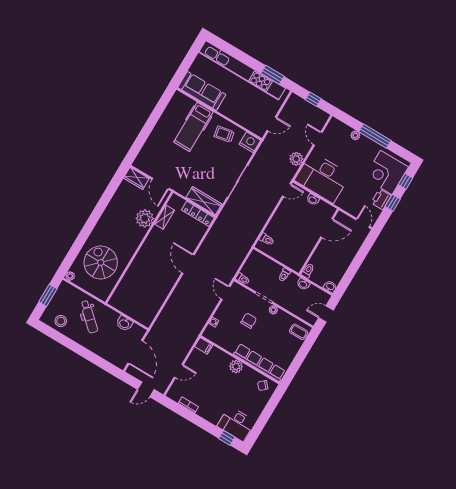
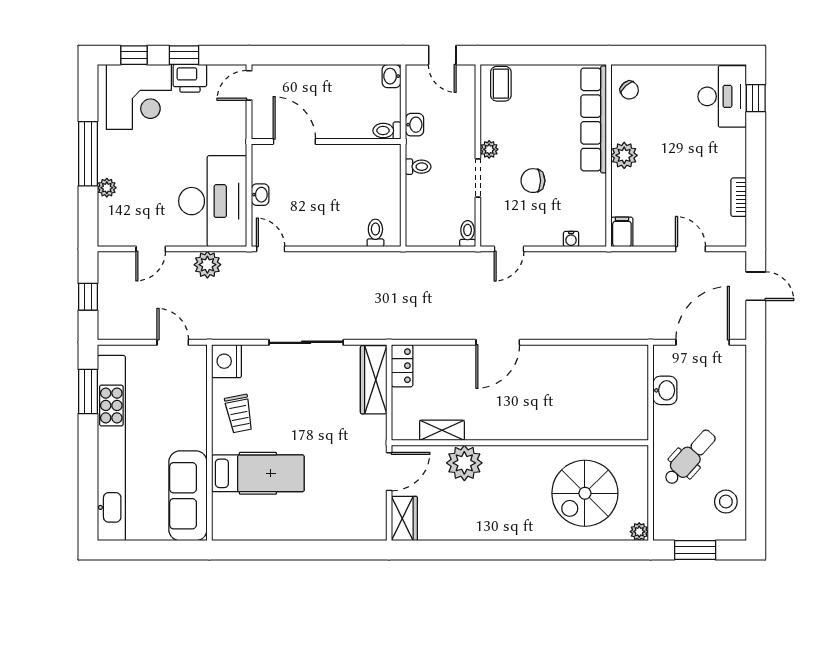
locker: (198, 214) -> (402, 366), width x0.66

